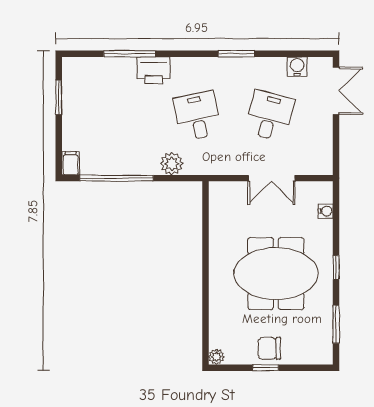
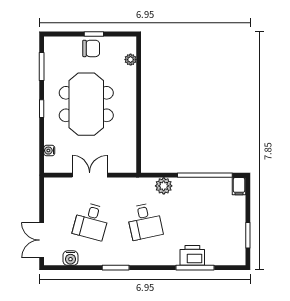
printer: (153, 70) -> (192, 255), moved
meeting table: (276, 274) -> (86, 104), turned 90
plant: (216, 357) -> (131, 60), moved

